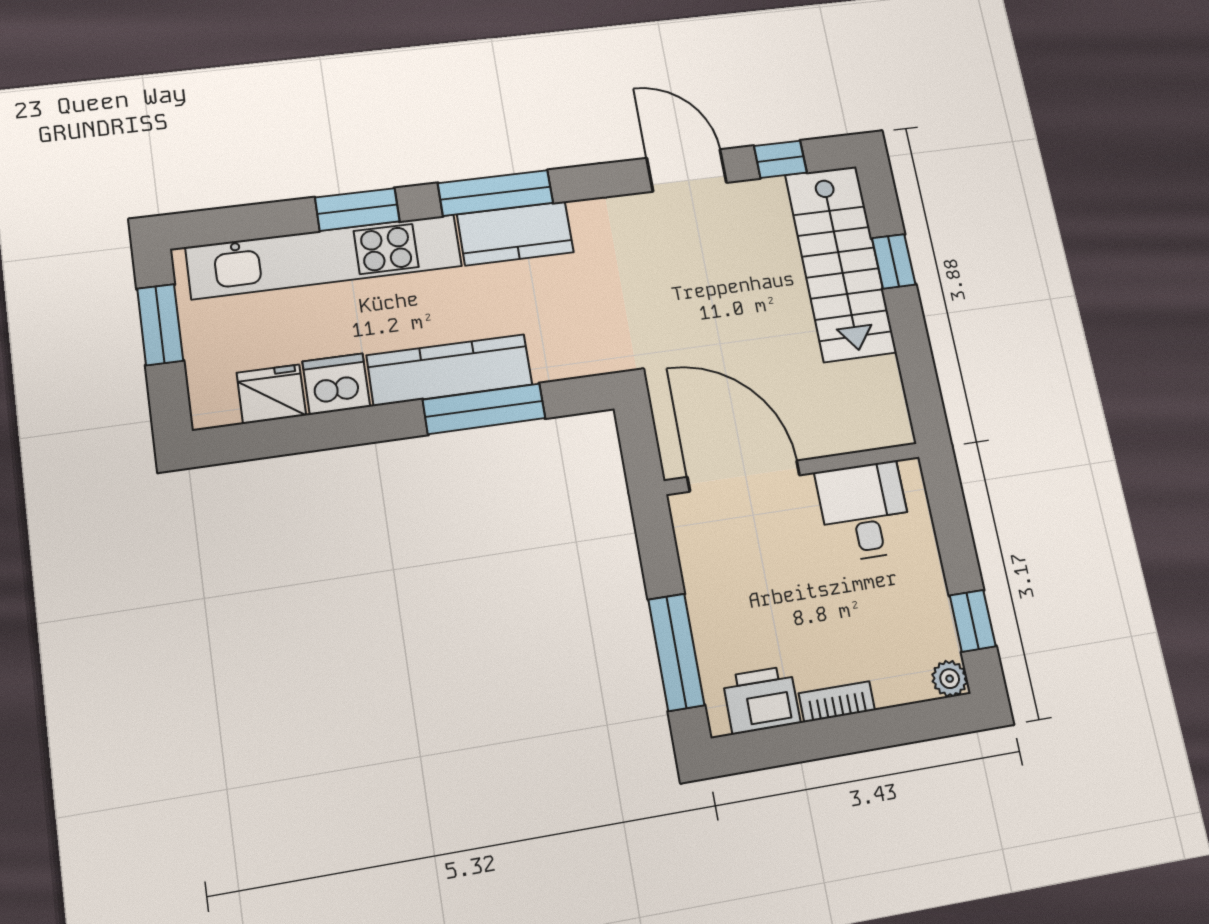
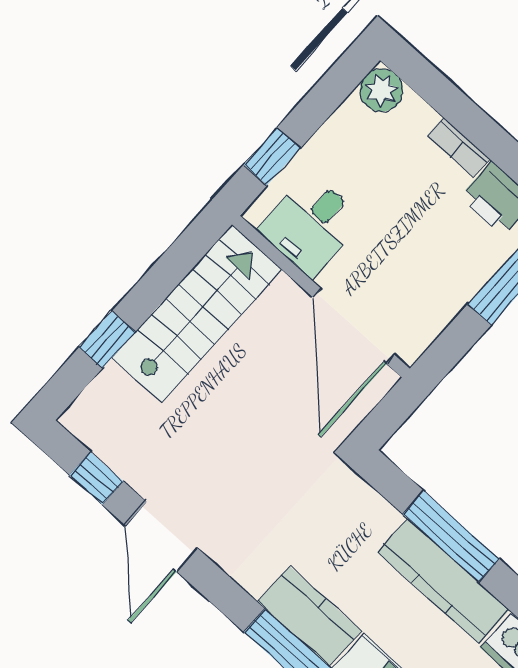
stairs: (840, 263) -> (197, 314), moved
window: (973, 621) -> (272, 156), moved
plant: (950, 679) -> (381, 90), width x1.38, depth x1.38

